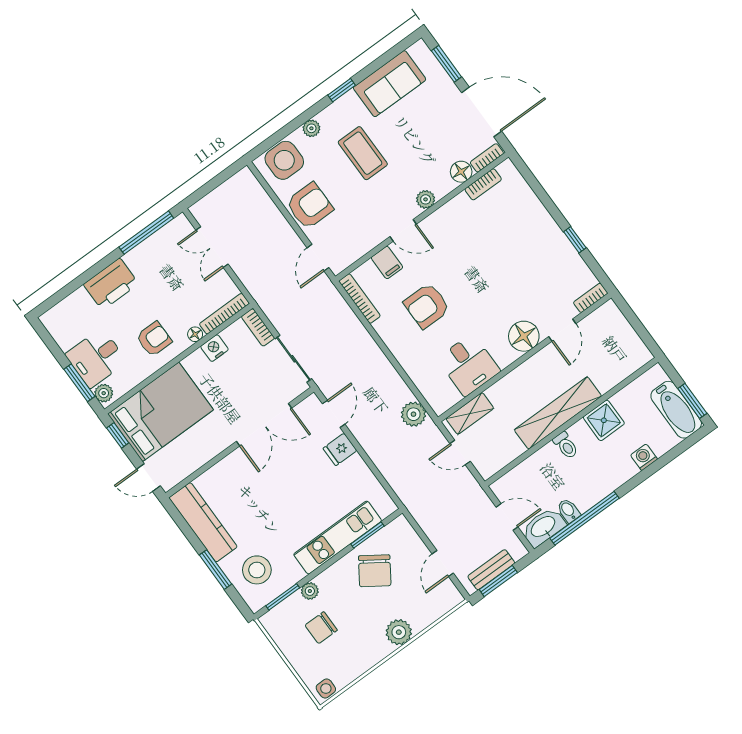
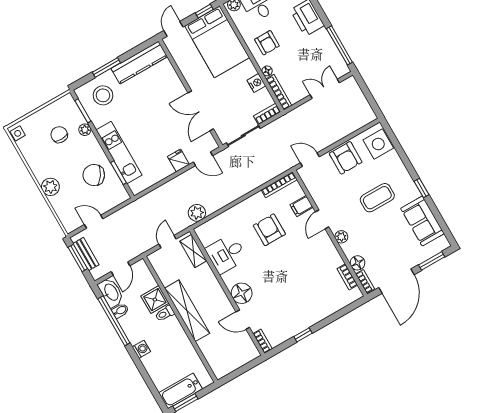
plant: (311, 128) -> (398, 165), removed
shower: (604, 420) -> (155, 300), moved
washing machine: (644, 457) -> (141, 349), moved

